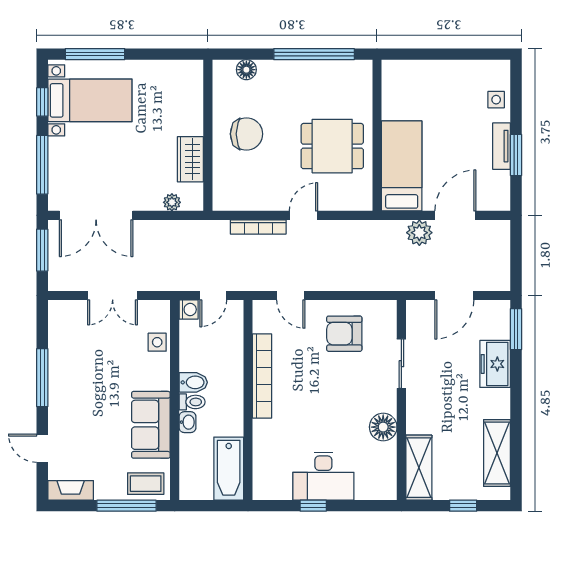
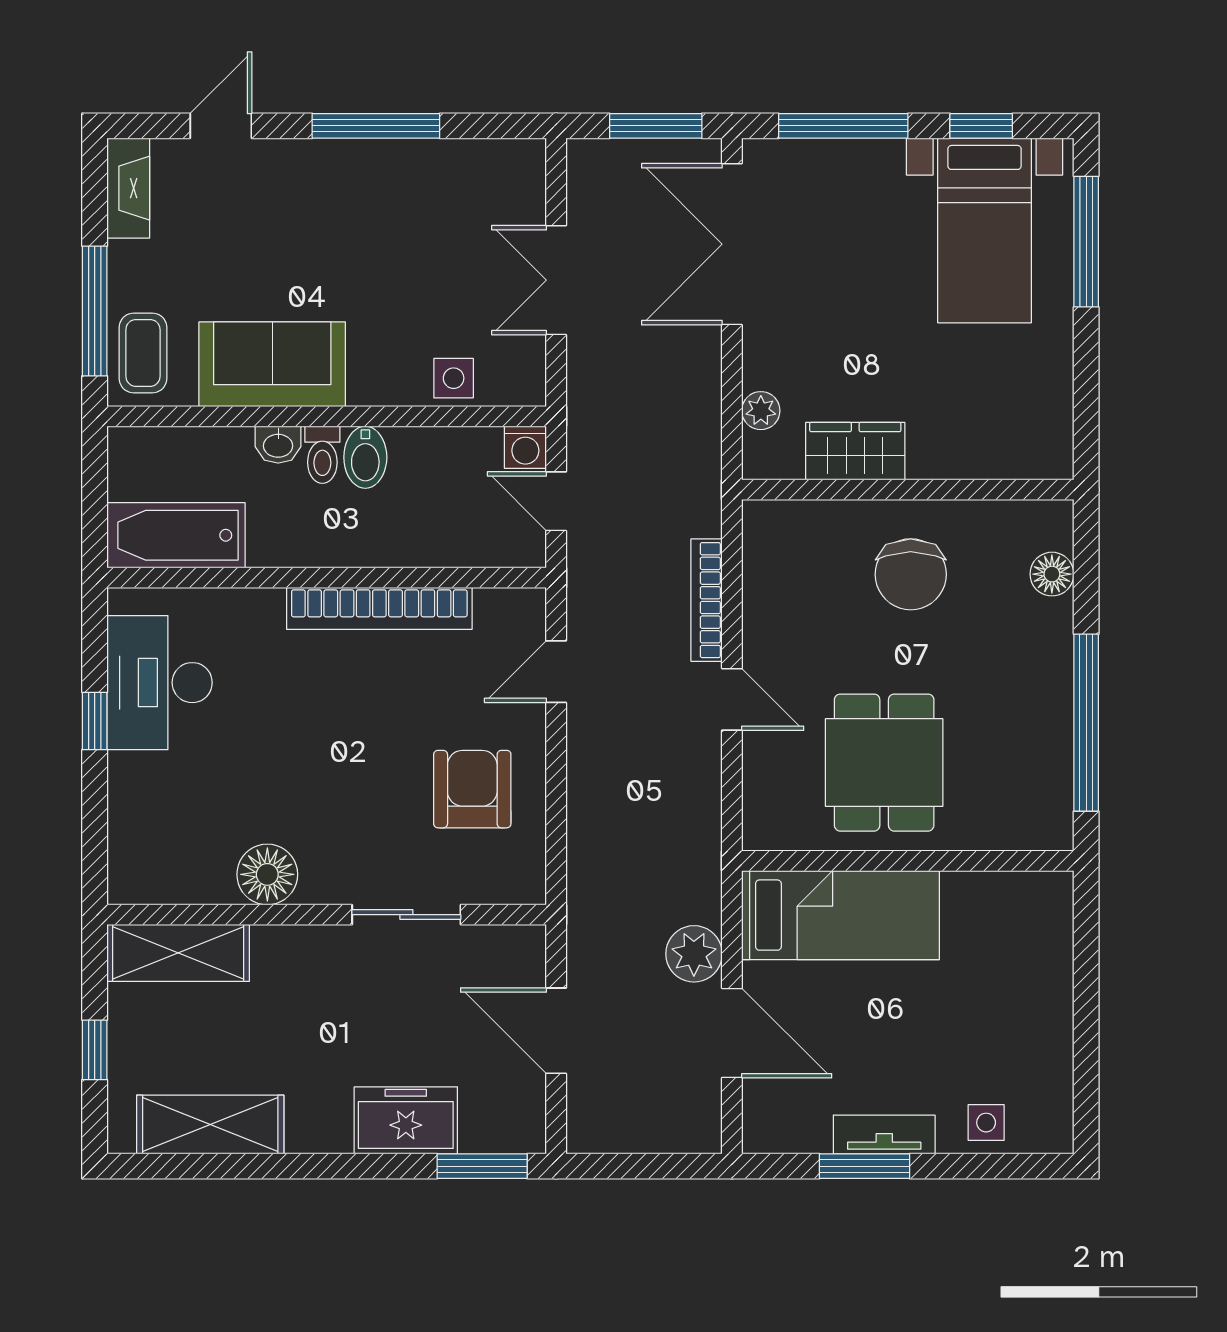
desk: (323, 476) -> (160, 683), moved

